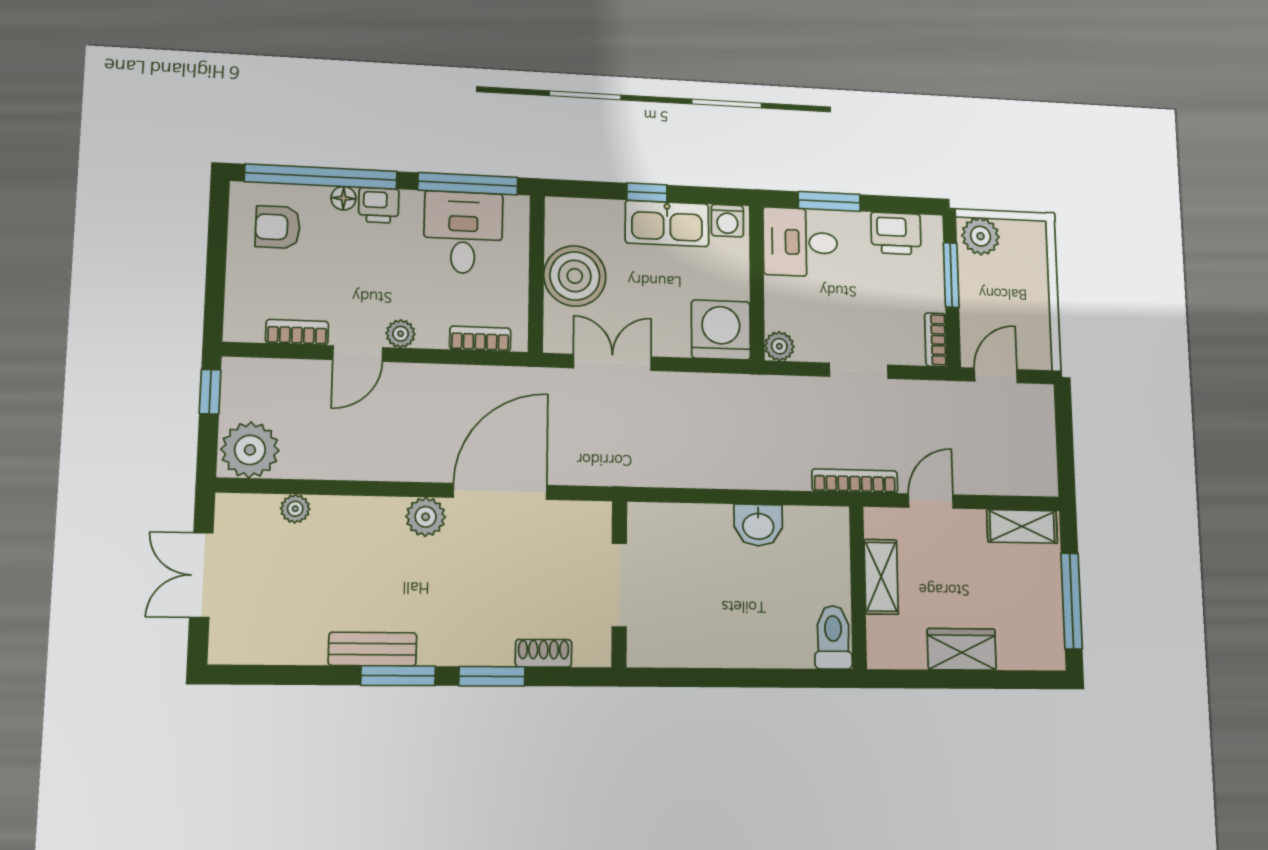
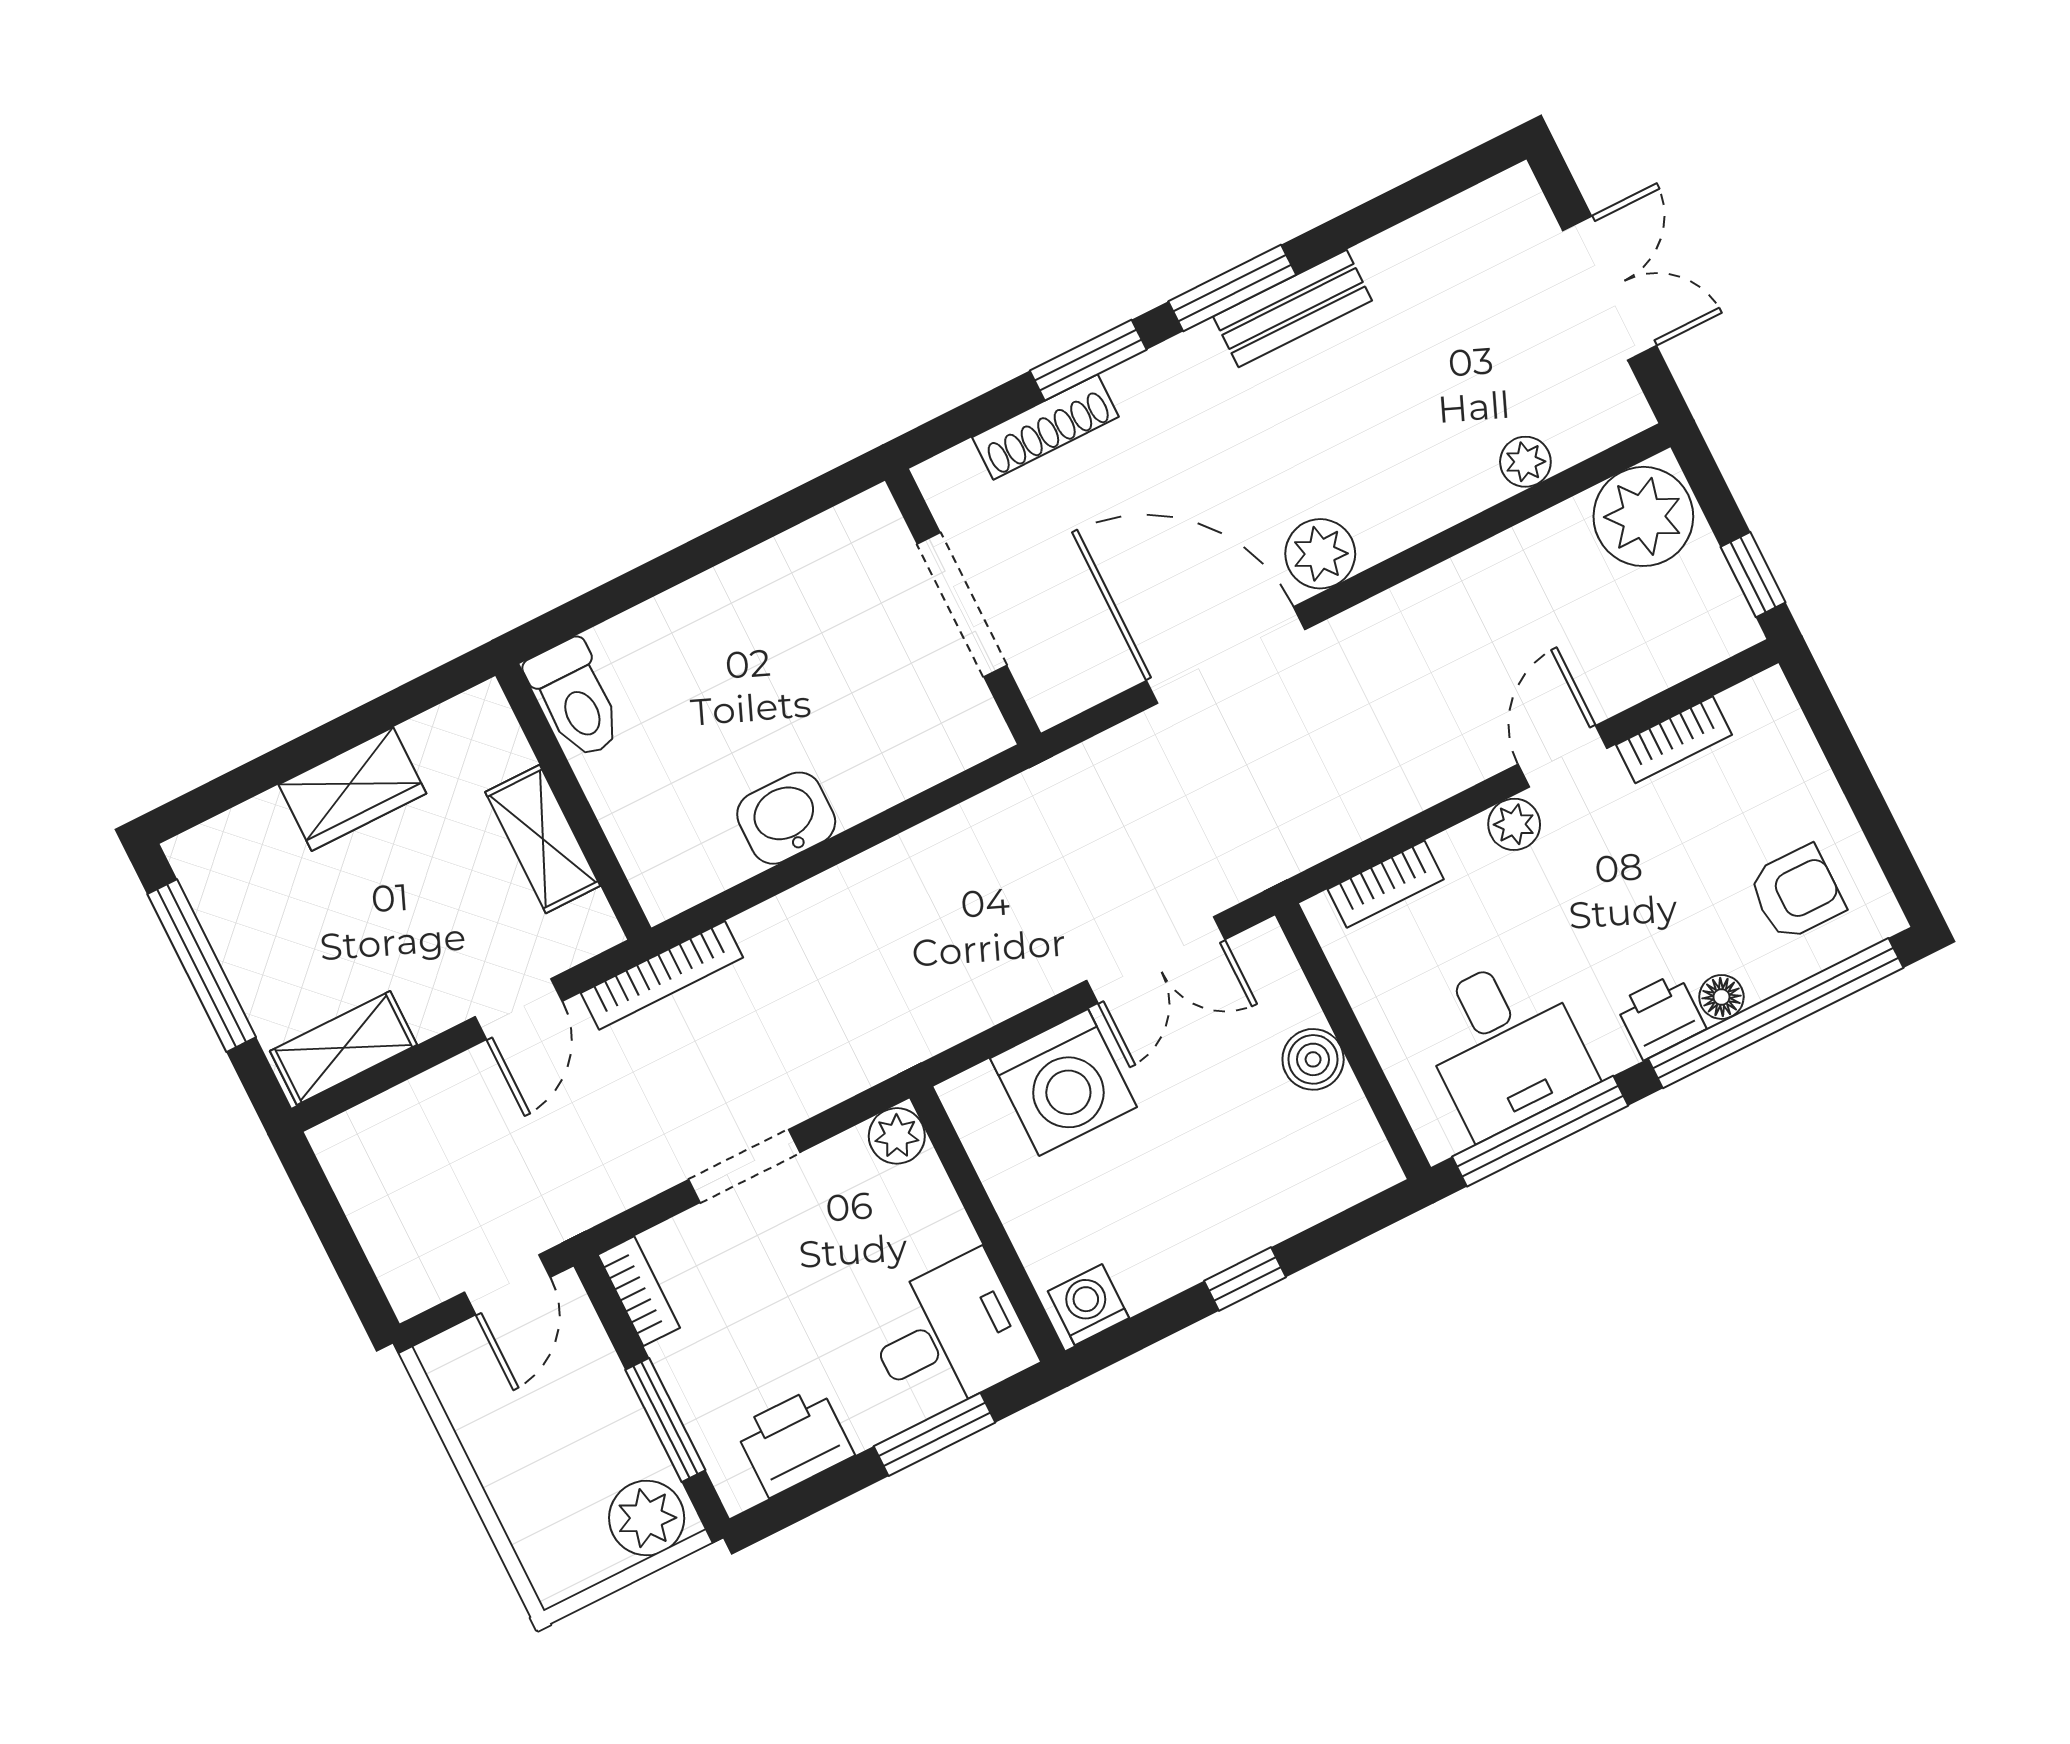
kitchen sink: (667, 223) -> (1185, 1244), removed
boiler: (575, 276) -> (1313, 1059), width x0.54, depth x0.54
washing machine: (721, 330) -> (1063, 1083), moved
door: (500, 491) -> (1226, 655), swing flipped
shoe rack: (544, 653) -> (1045, 427), width x1.43

